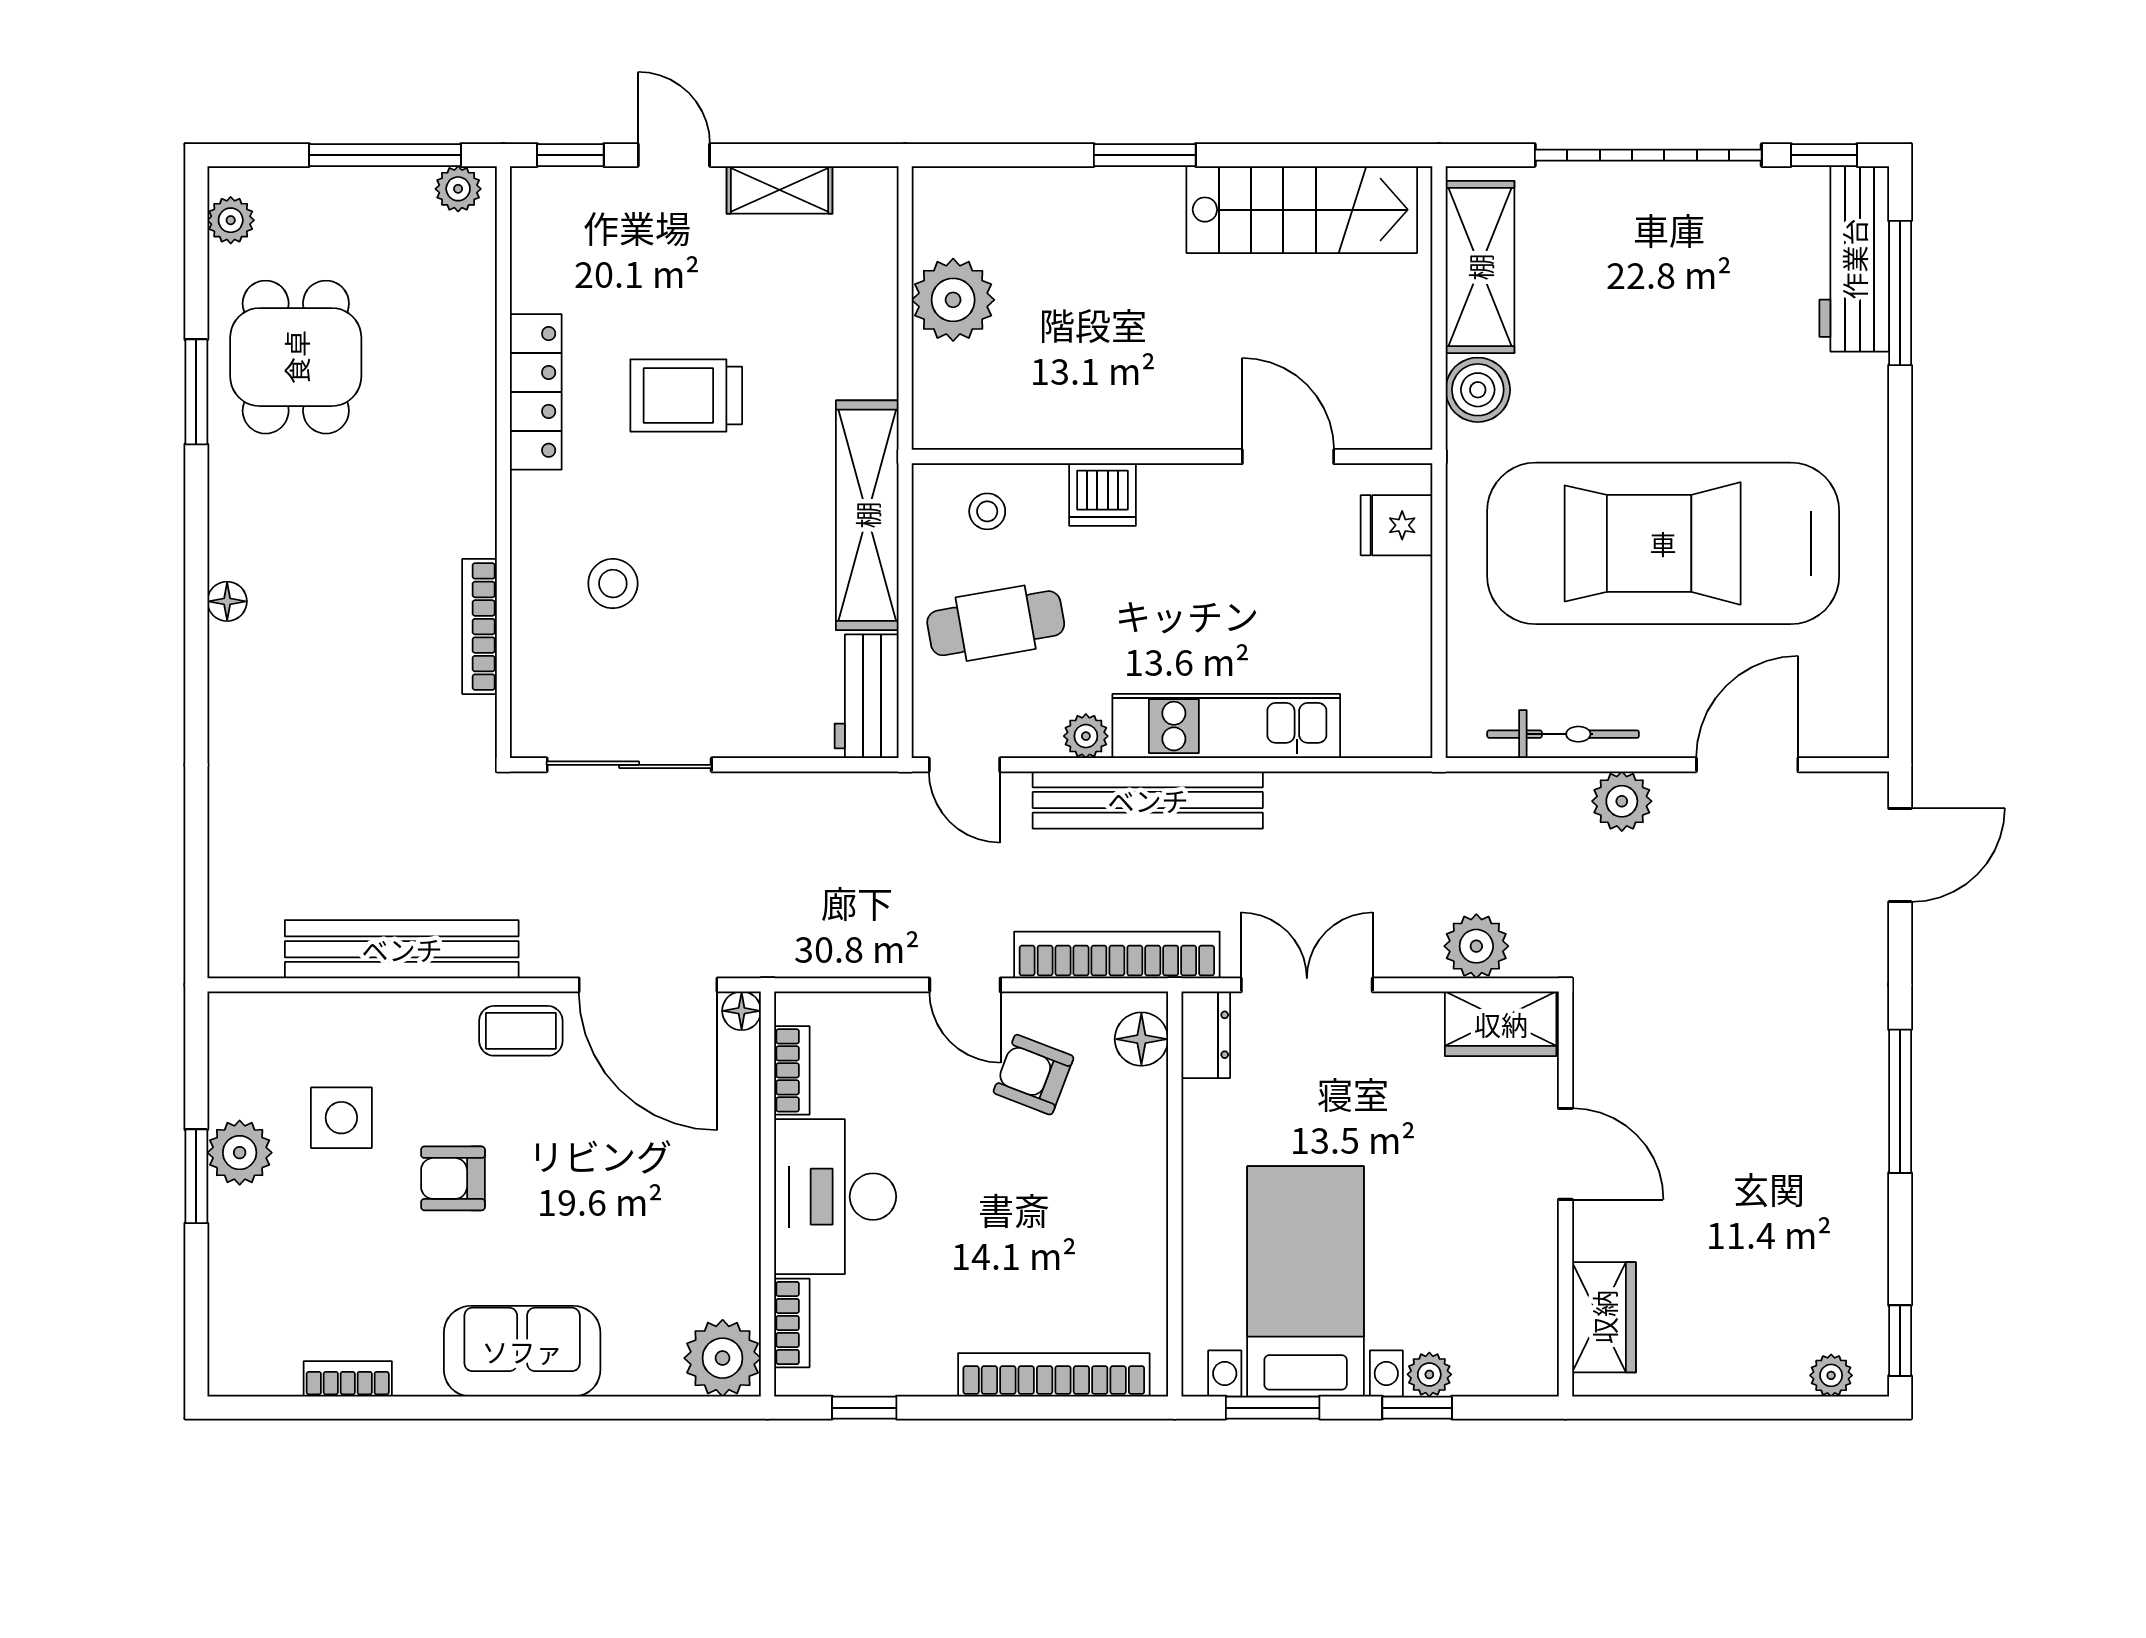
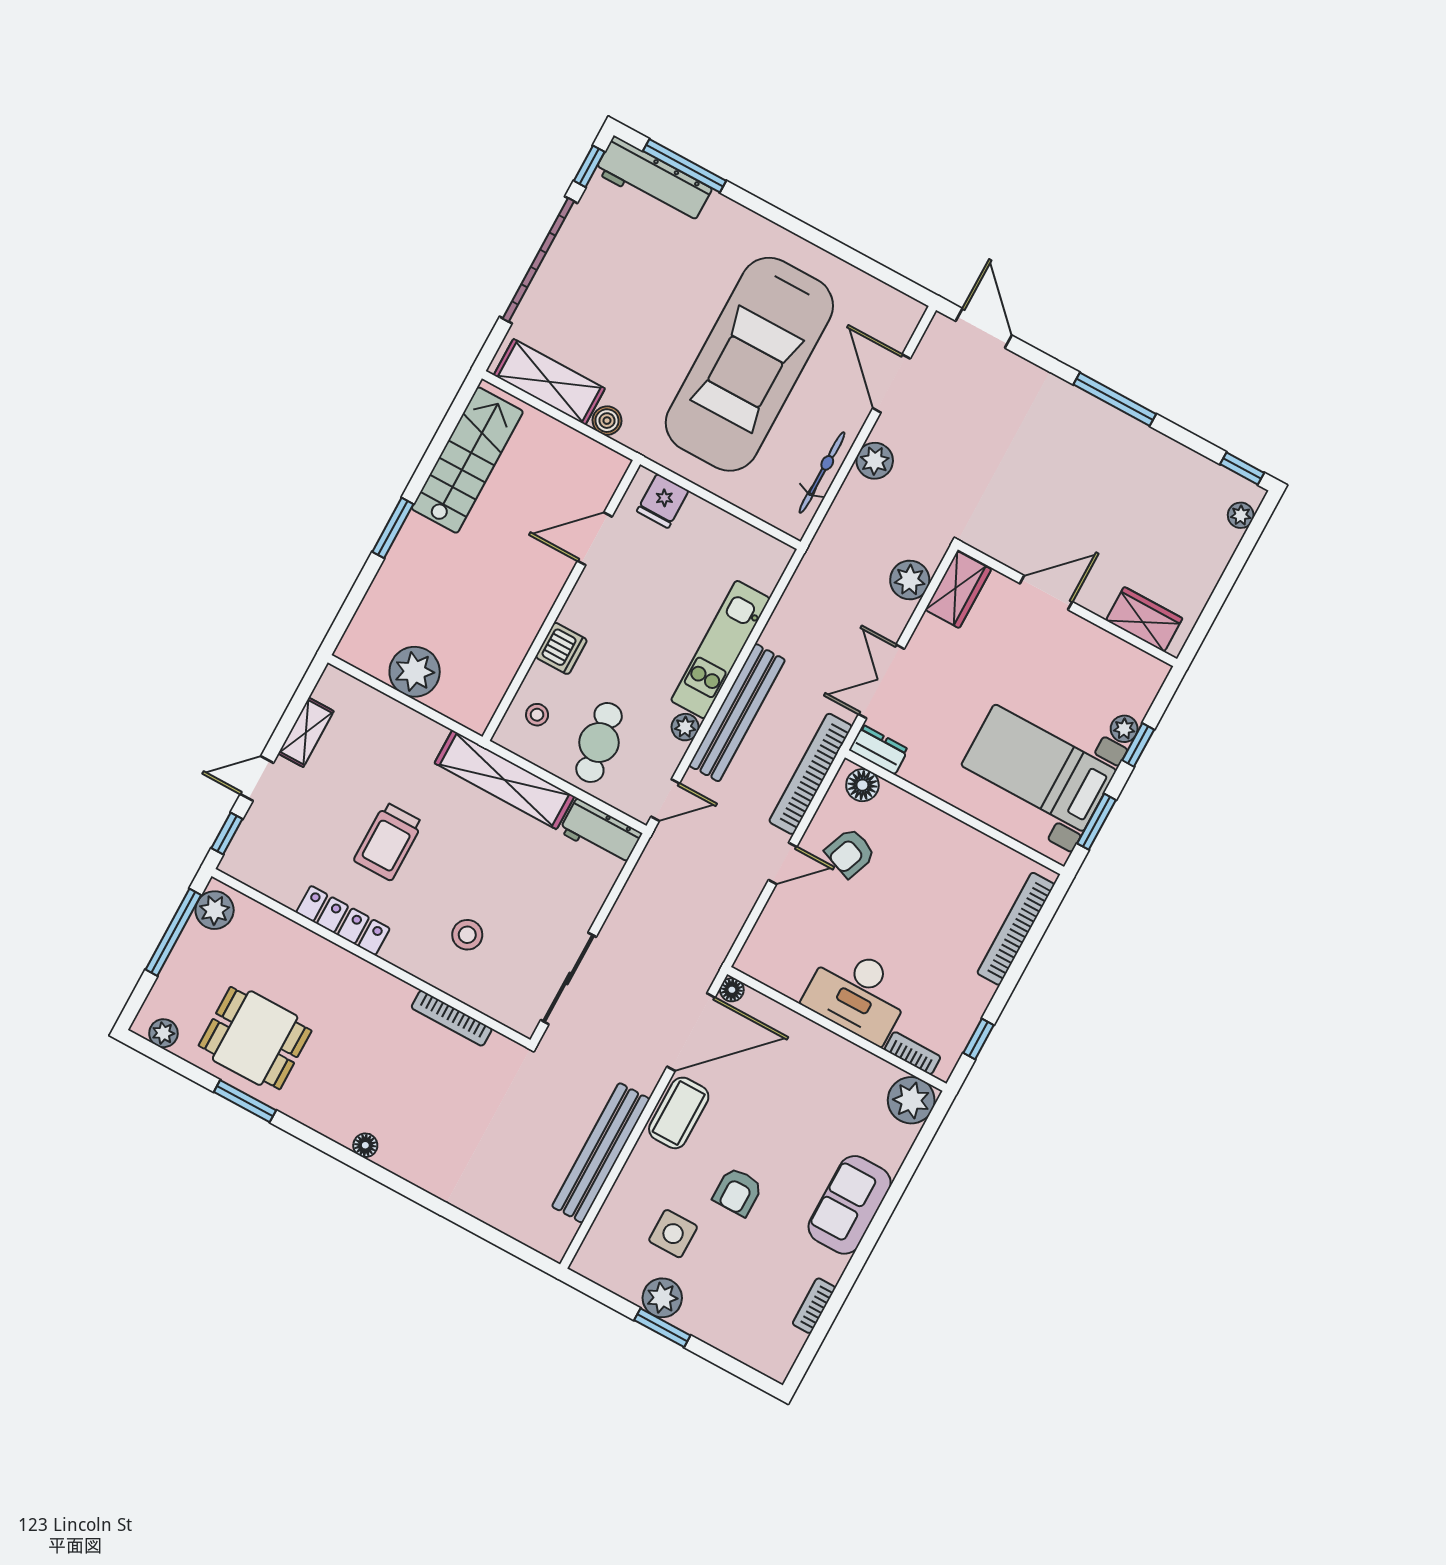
plant: (458, 189) -> (215, 910), width x1.38, depth x1.38
boiler: (1478, 390) -> (607, 421), width x0.73, depth x0.73
coffee table: (521, 1031) -> (679, 1113), width x1.36, depth x1.30
bookcase: (792, 1070) -> (778, 980), removed

